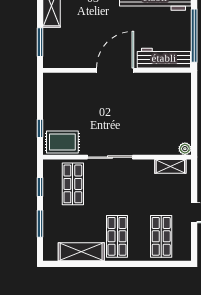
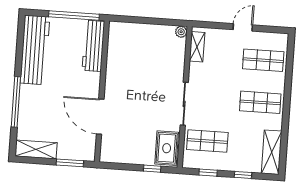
door: (115, 70) -> (100, 117), moved
window: (40, 224) -> (243, 175), width x0.67
shelving: (81, 252) -> (272, 152), moved

